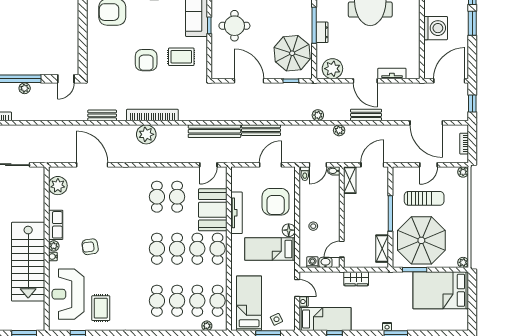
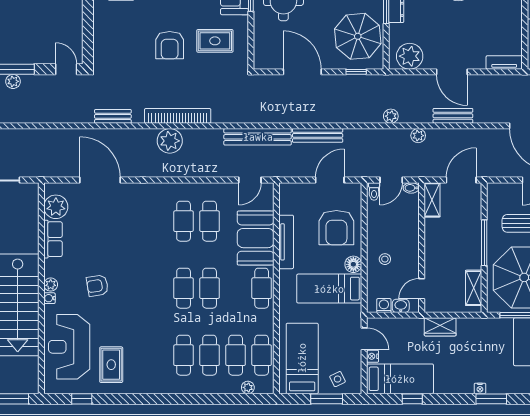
tv unit: (392, 73) -> (504, 62), moved
door: (66, 79) -> (66, 69), swing flipped
row of seats: (56, 225) -> (53, 239), moved
cafe table: (197, 249) -> (236, 288), removed

